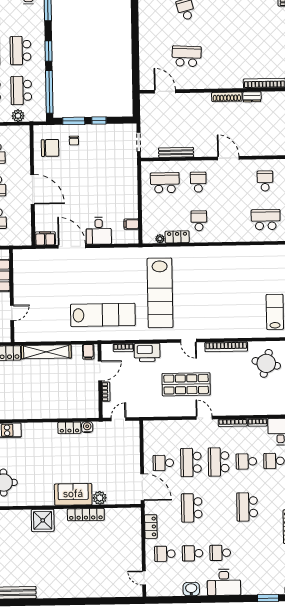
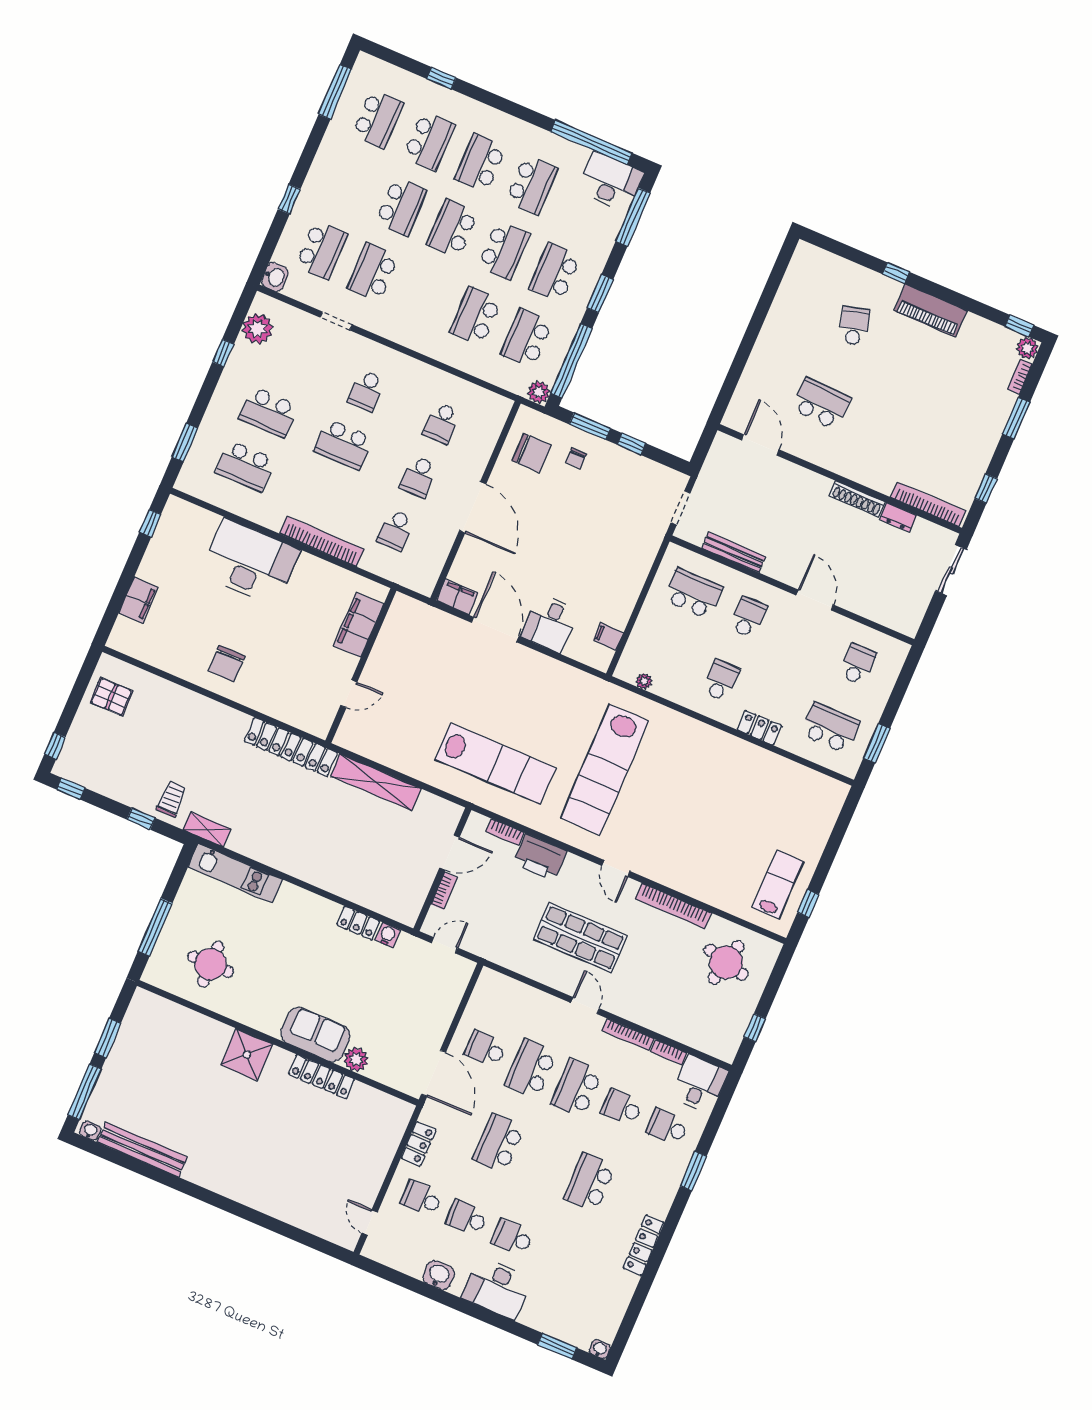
plant: (18, 116) -> (539, 392), moved
locker: (177, 237) -> (760, 728), moved
filing cabinet: (88, 352) -> (445, 813), removed

